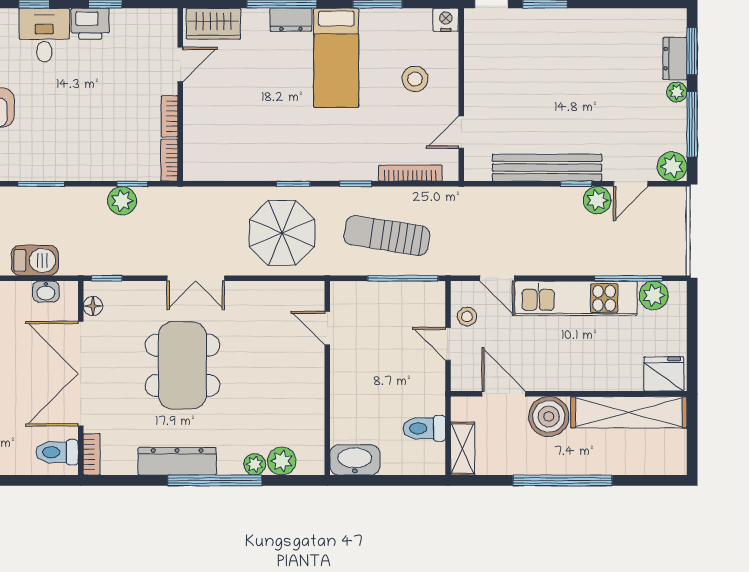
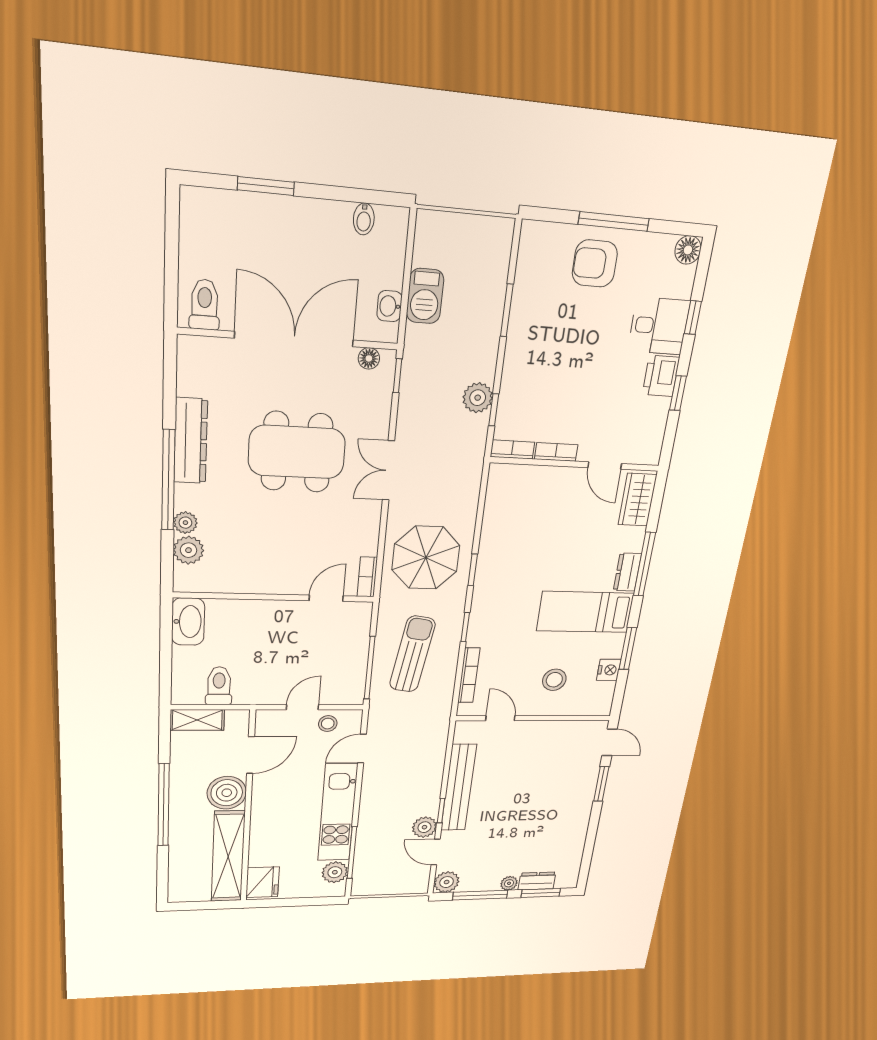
nightstand: (446, 20) -> (609, 670), moved
bookcase: (92, 454) -> (367, 577), moved, turned 90

